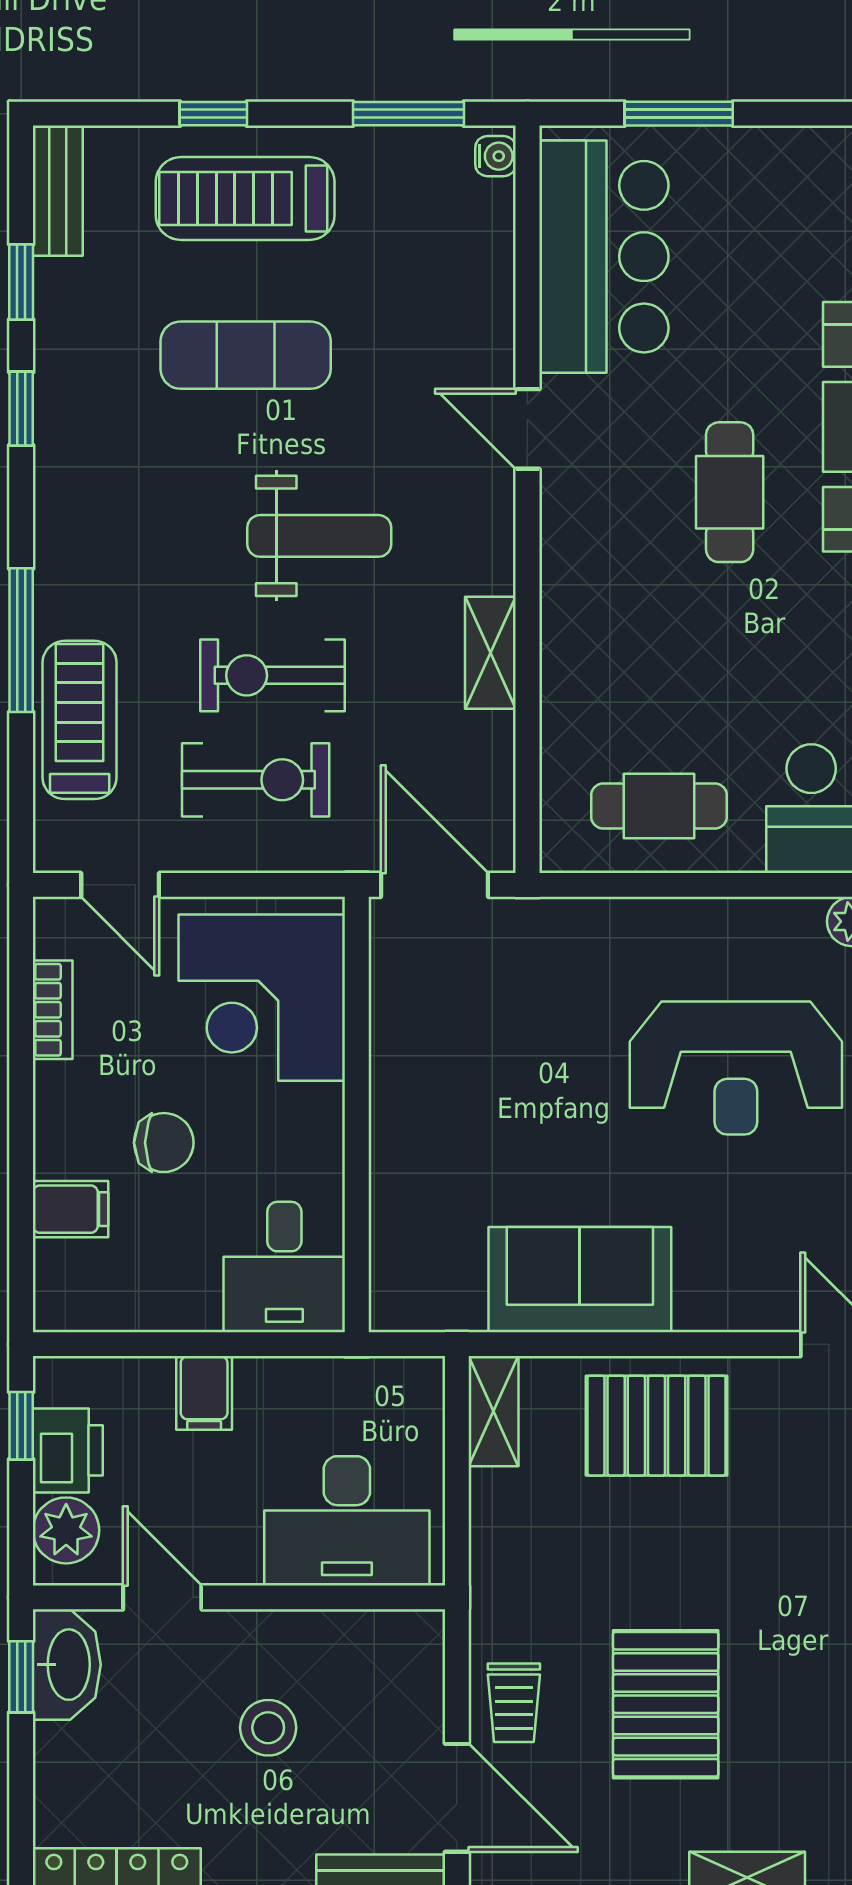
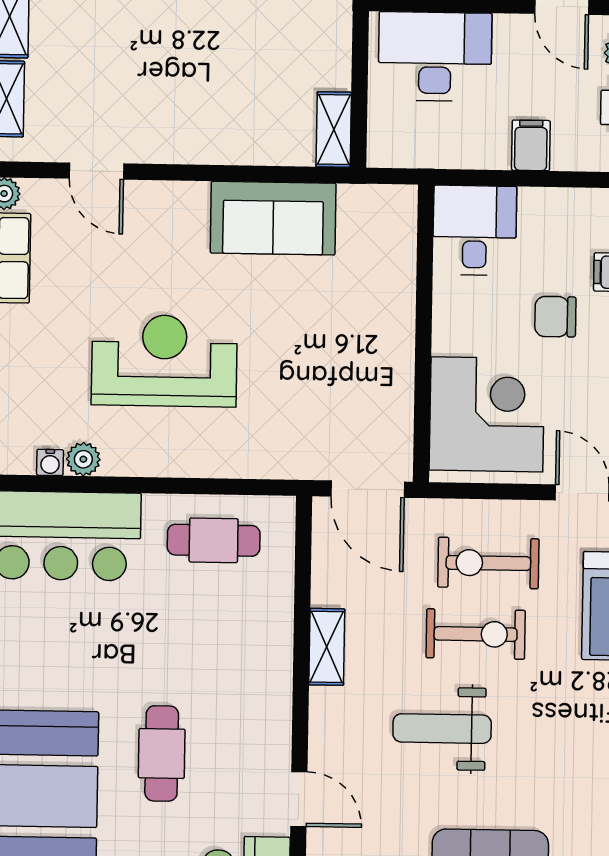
pallet: (656, 1426) -> (223, 118), removed

